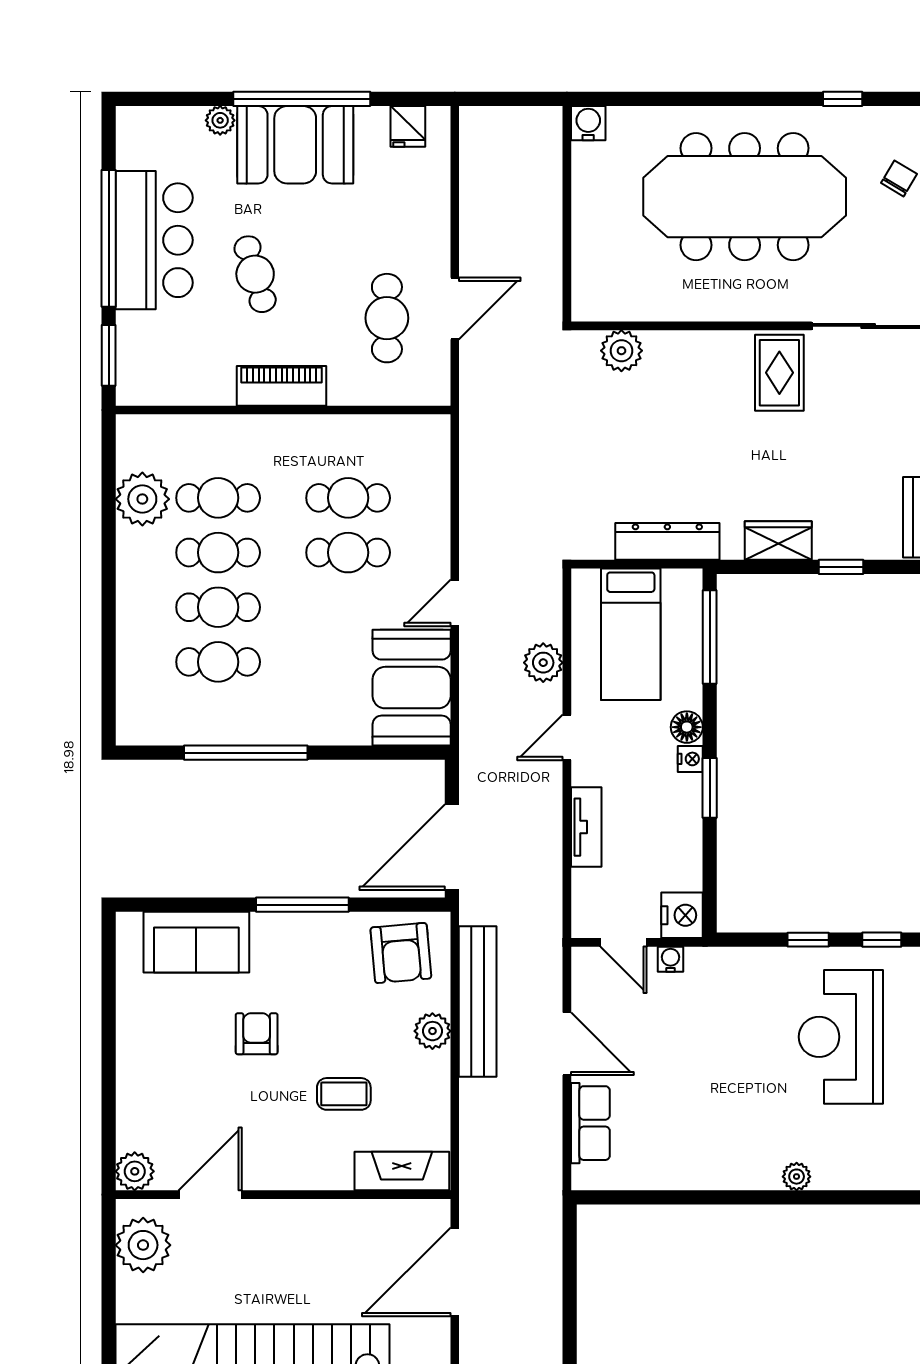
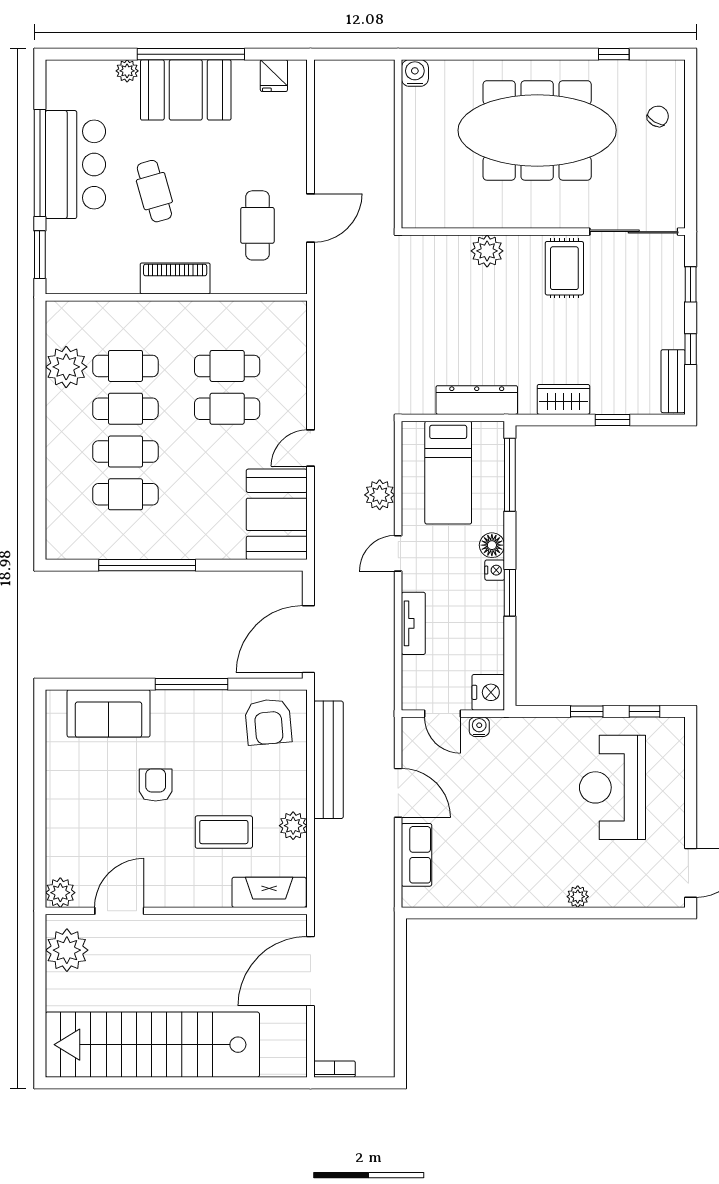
plant: (621, 351) -> (487, 251), moved
plant: (432, 1031) -> (293, 826), moved
coffee table: (344, 1094) -> (224, 832), width x1.36, depth x1.30

